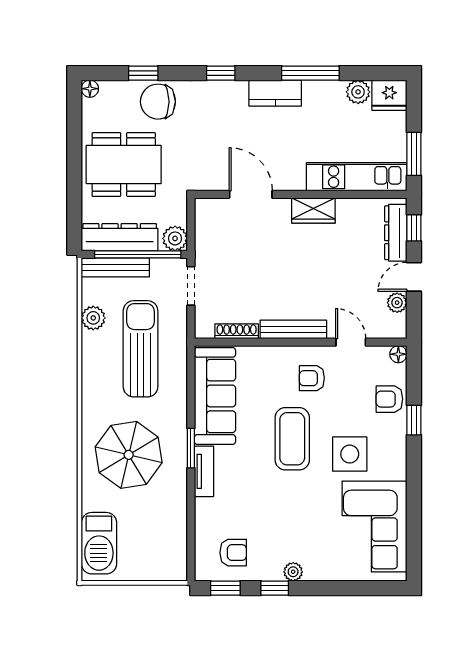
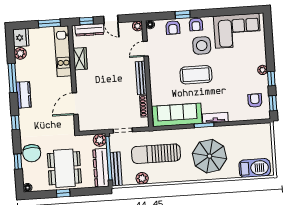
window: (74, 159) -> (63, 193), added
wardrobe: (313, 210) -> (80, 59), moved
plant: (397, 303) -> (137, 26), moved
armchair: (312, 378) -> (196, 24), moved

